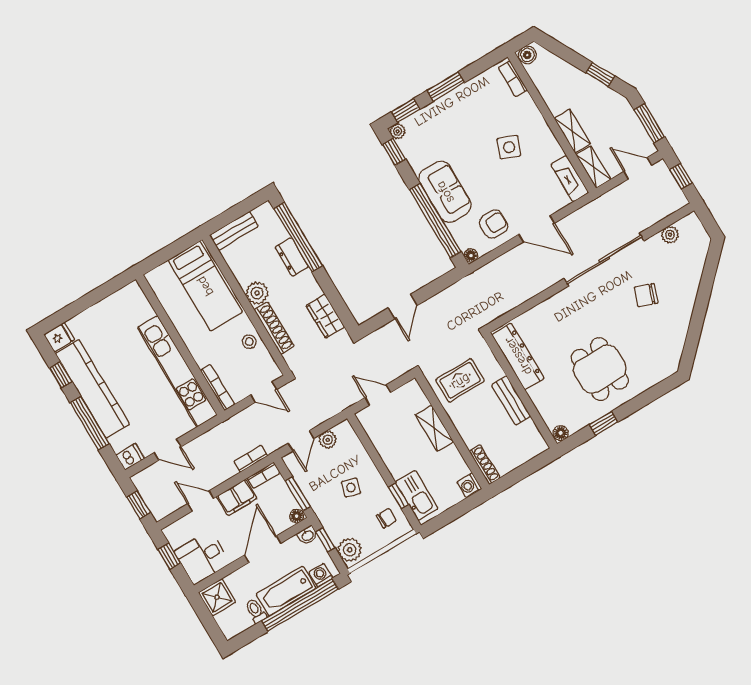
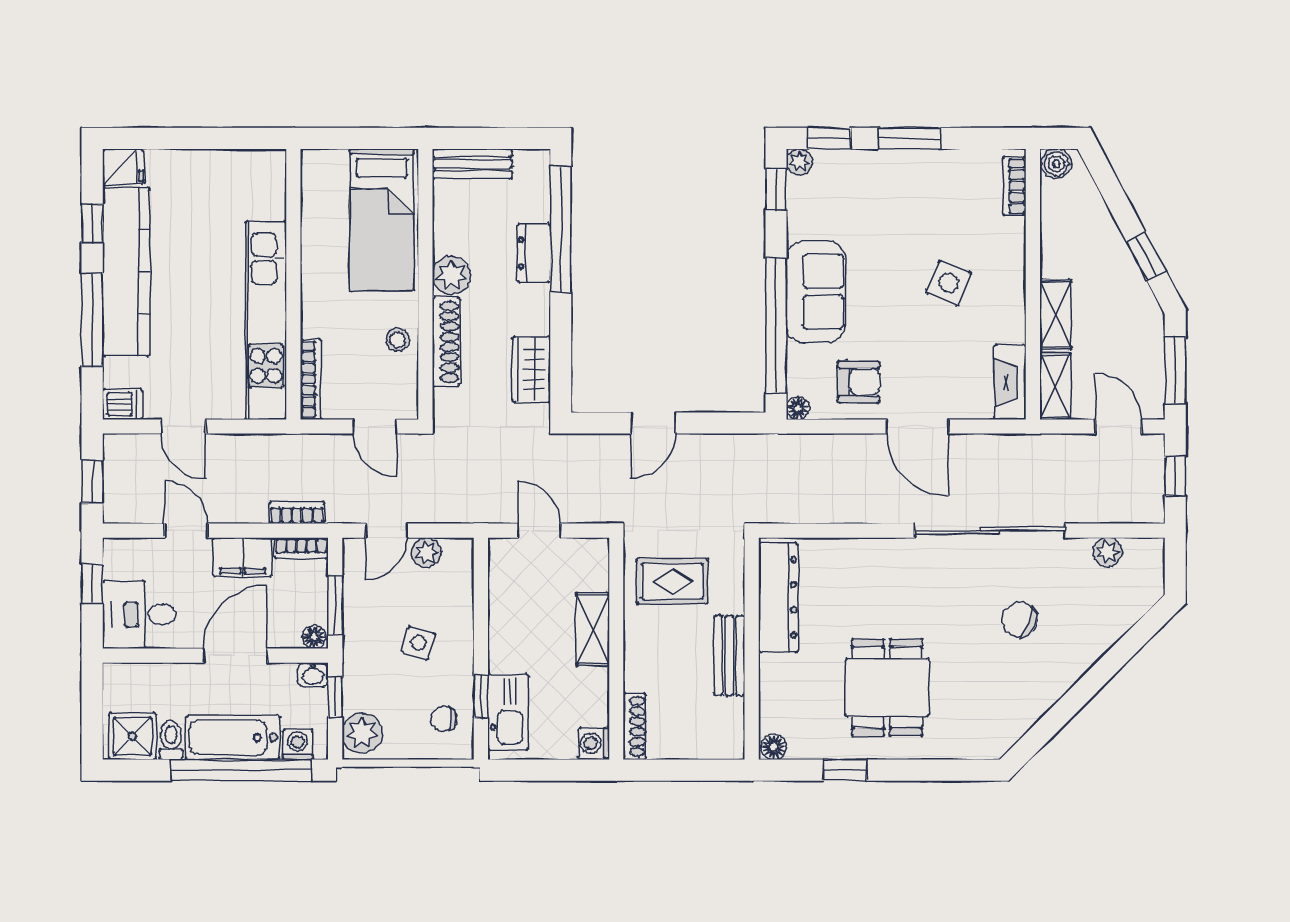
chair: (386, 518) -> (443, 719), turned 180
shower: (217, 597) -> (132, 736), moved

